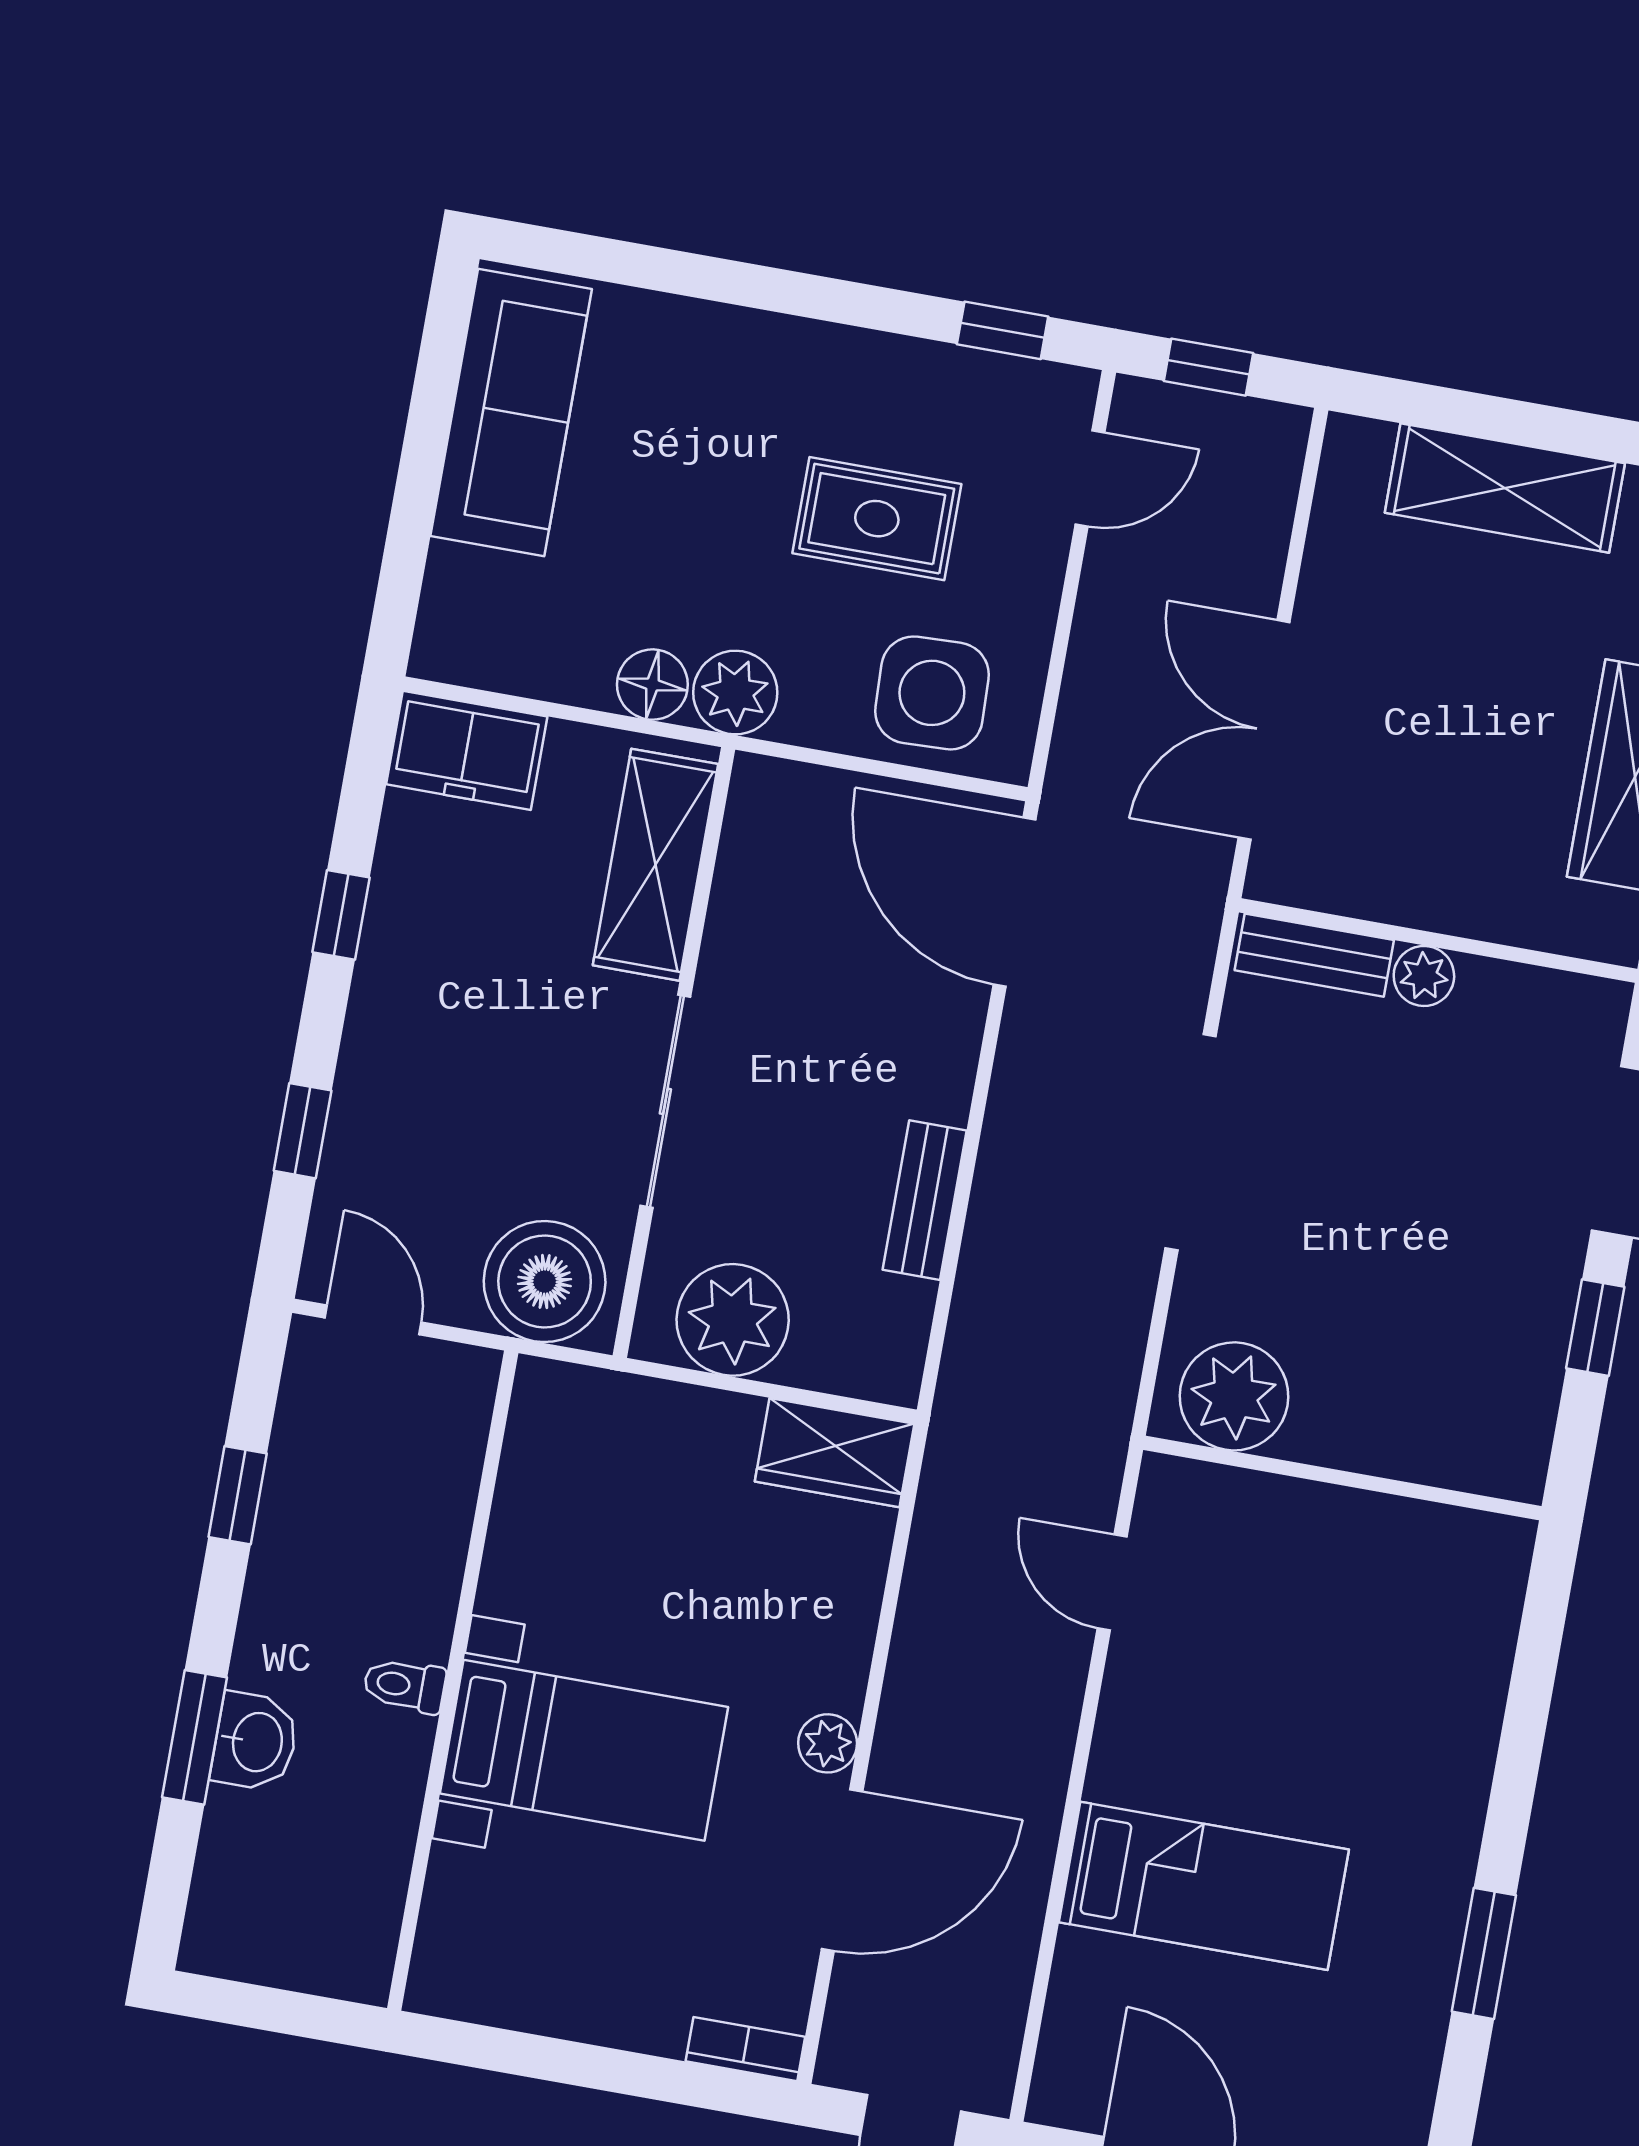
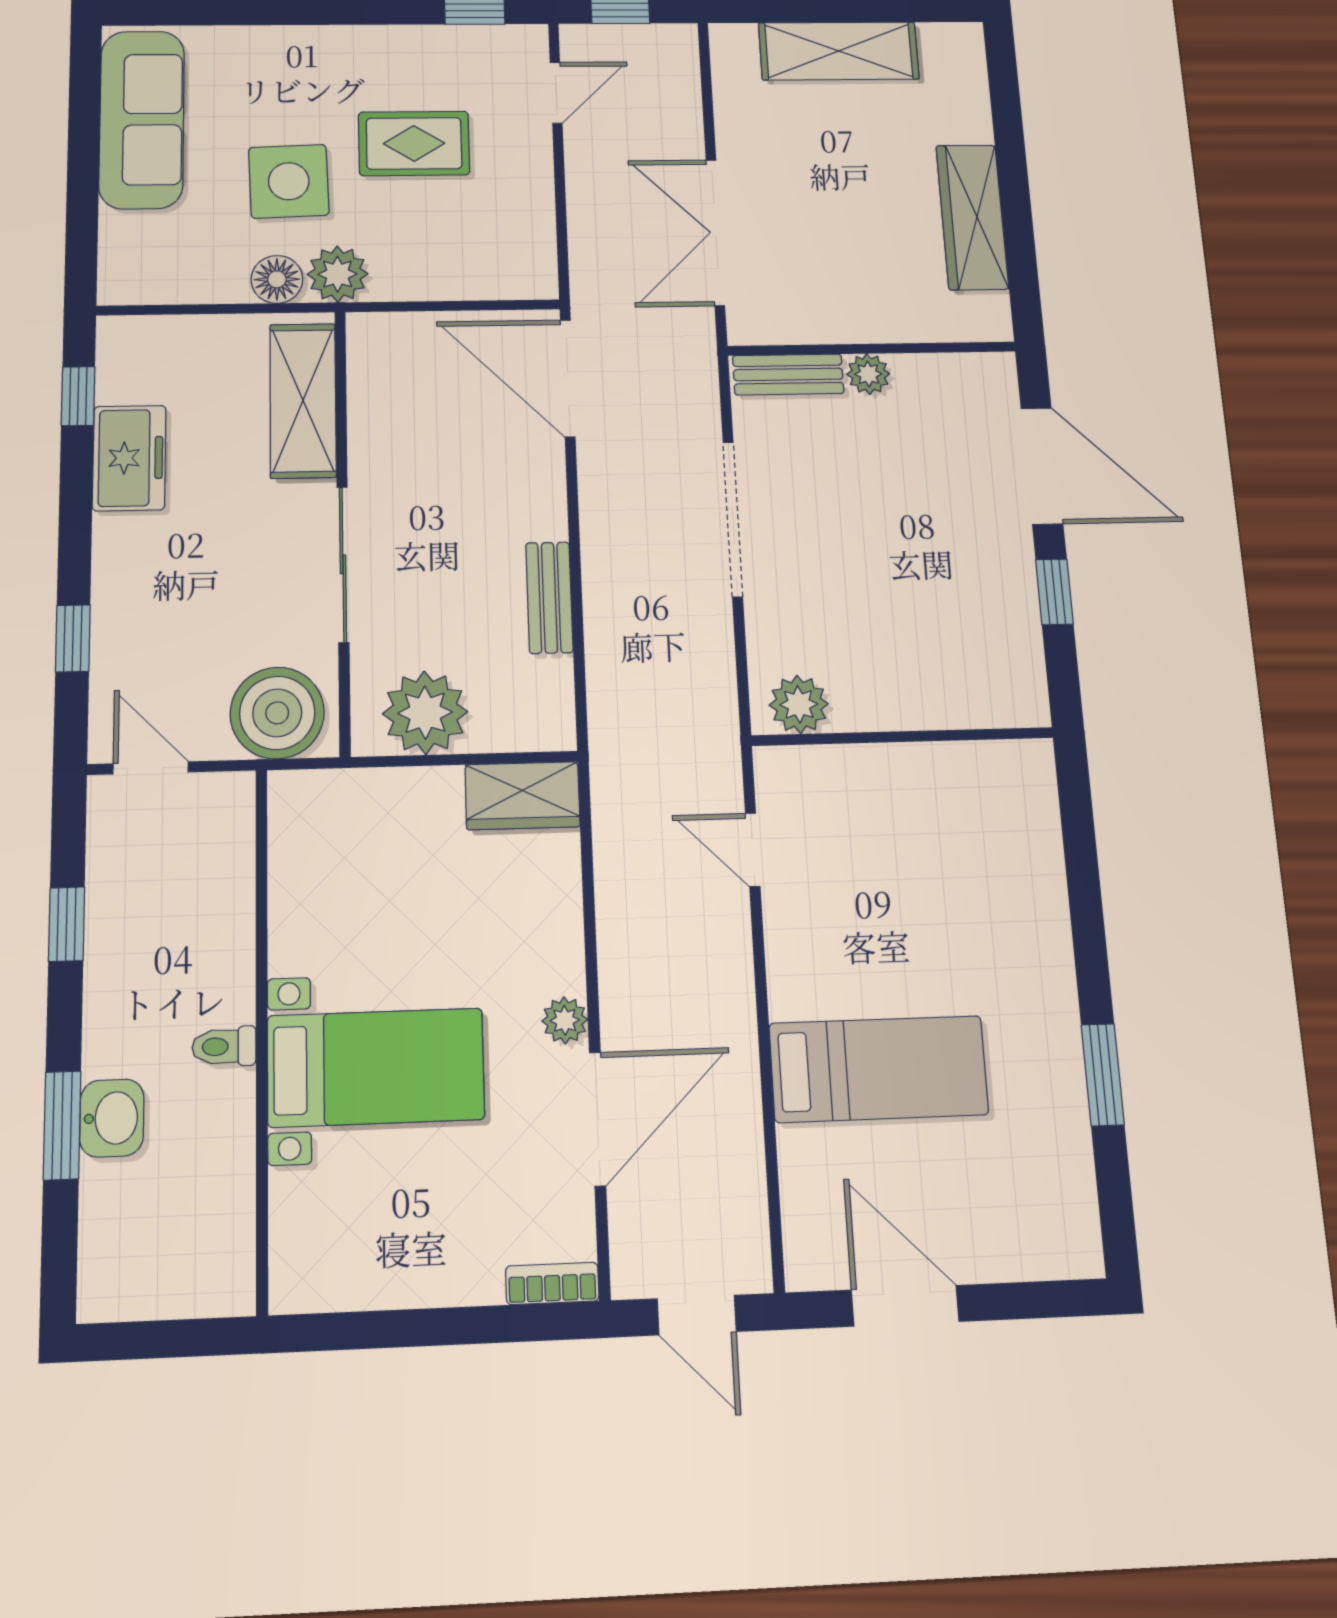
side table: (932, 693) -> (289, 181), moved
freezer: (467, 750) -> (129, 458), moved, turned -90
window: (341, 915) -> (78, 396), moved
plant: (1234, 1396) -> (799, 704), width x0.73, depth x0.73

